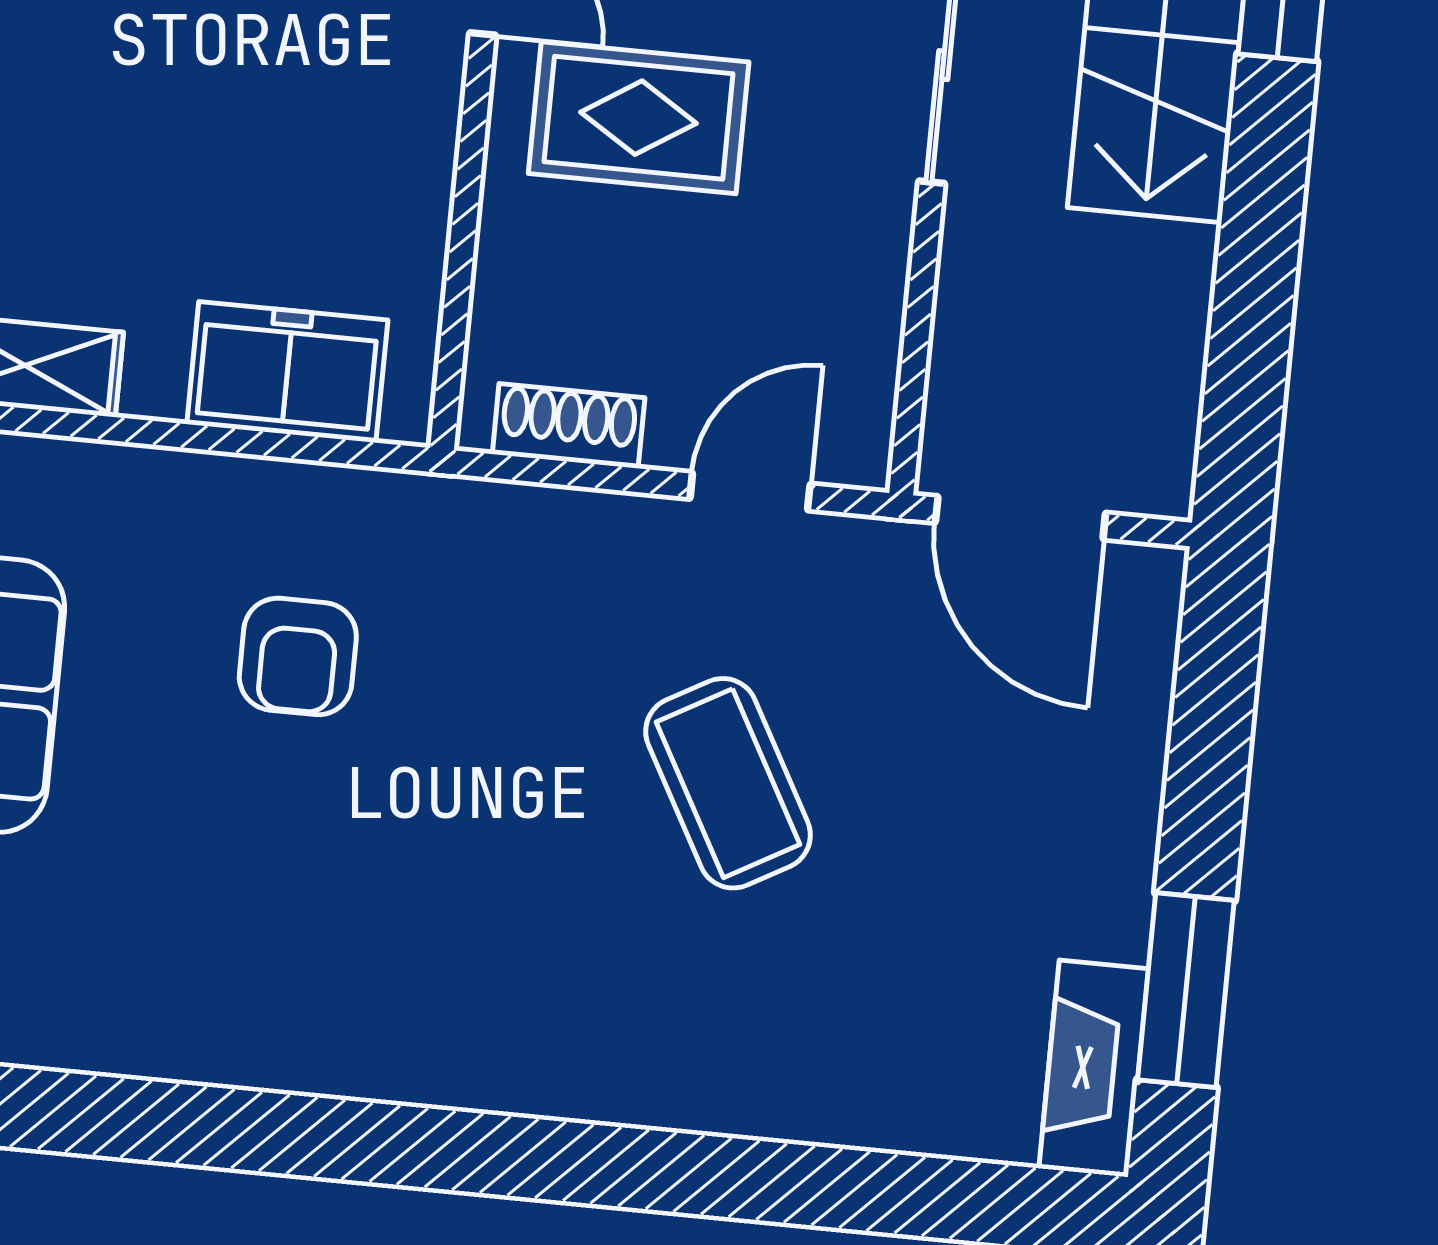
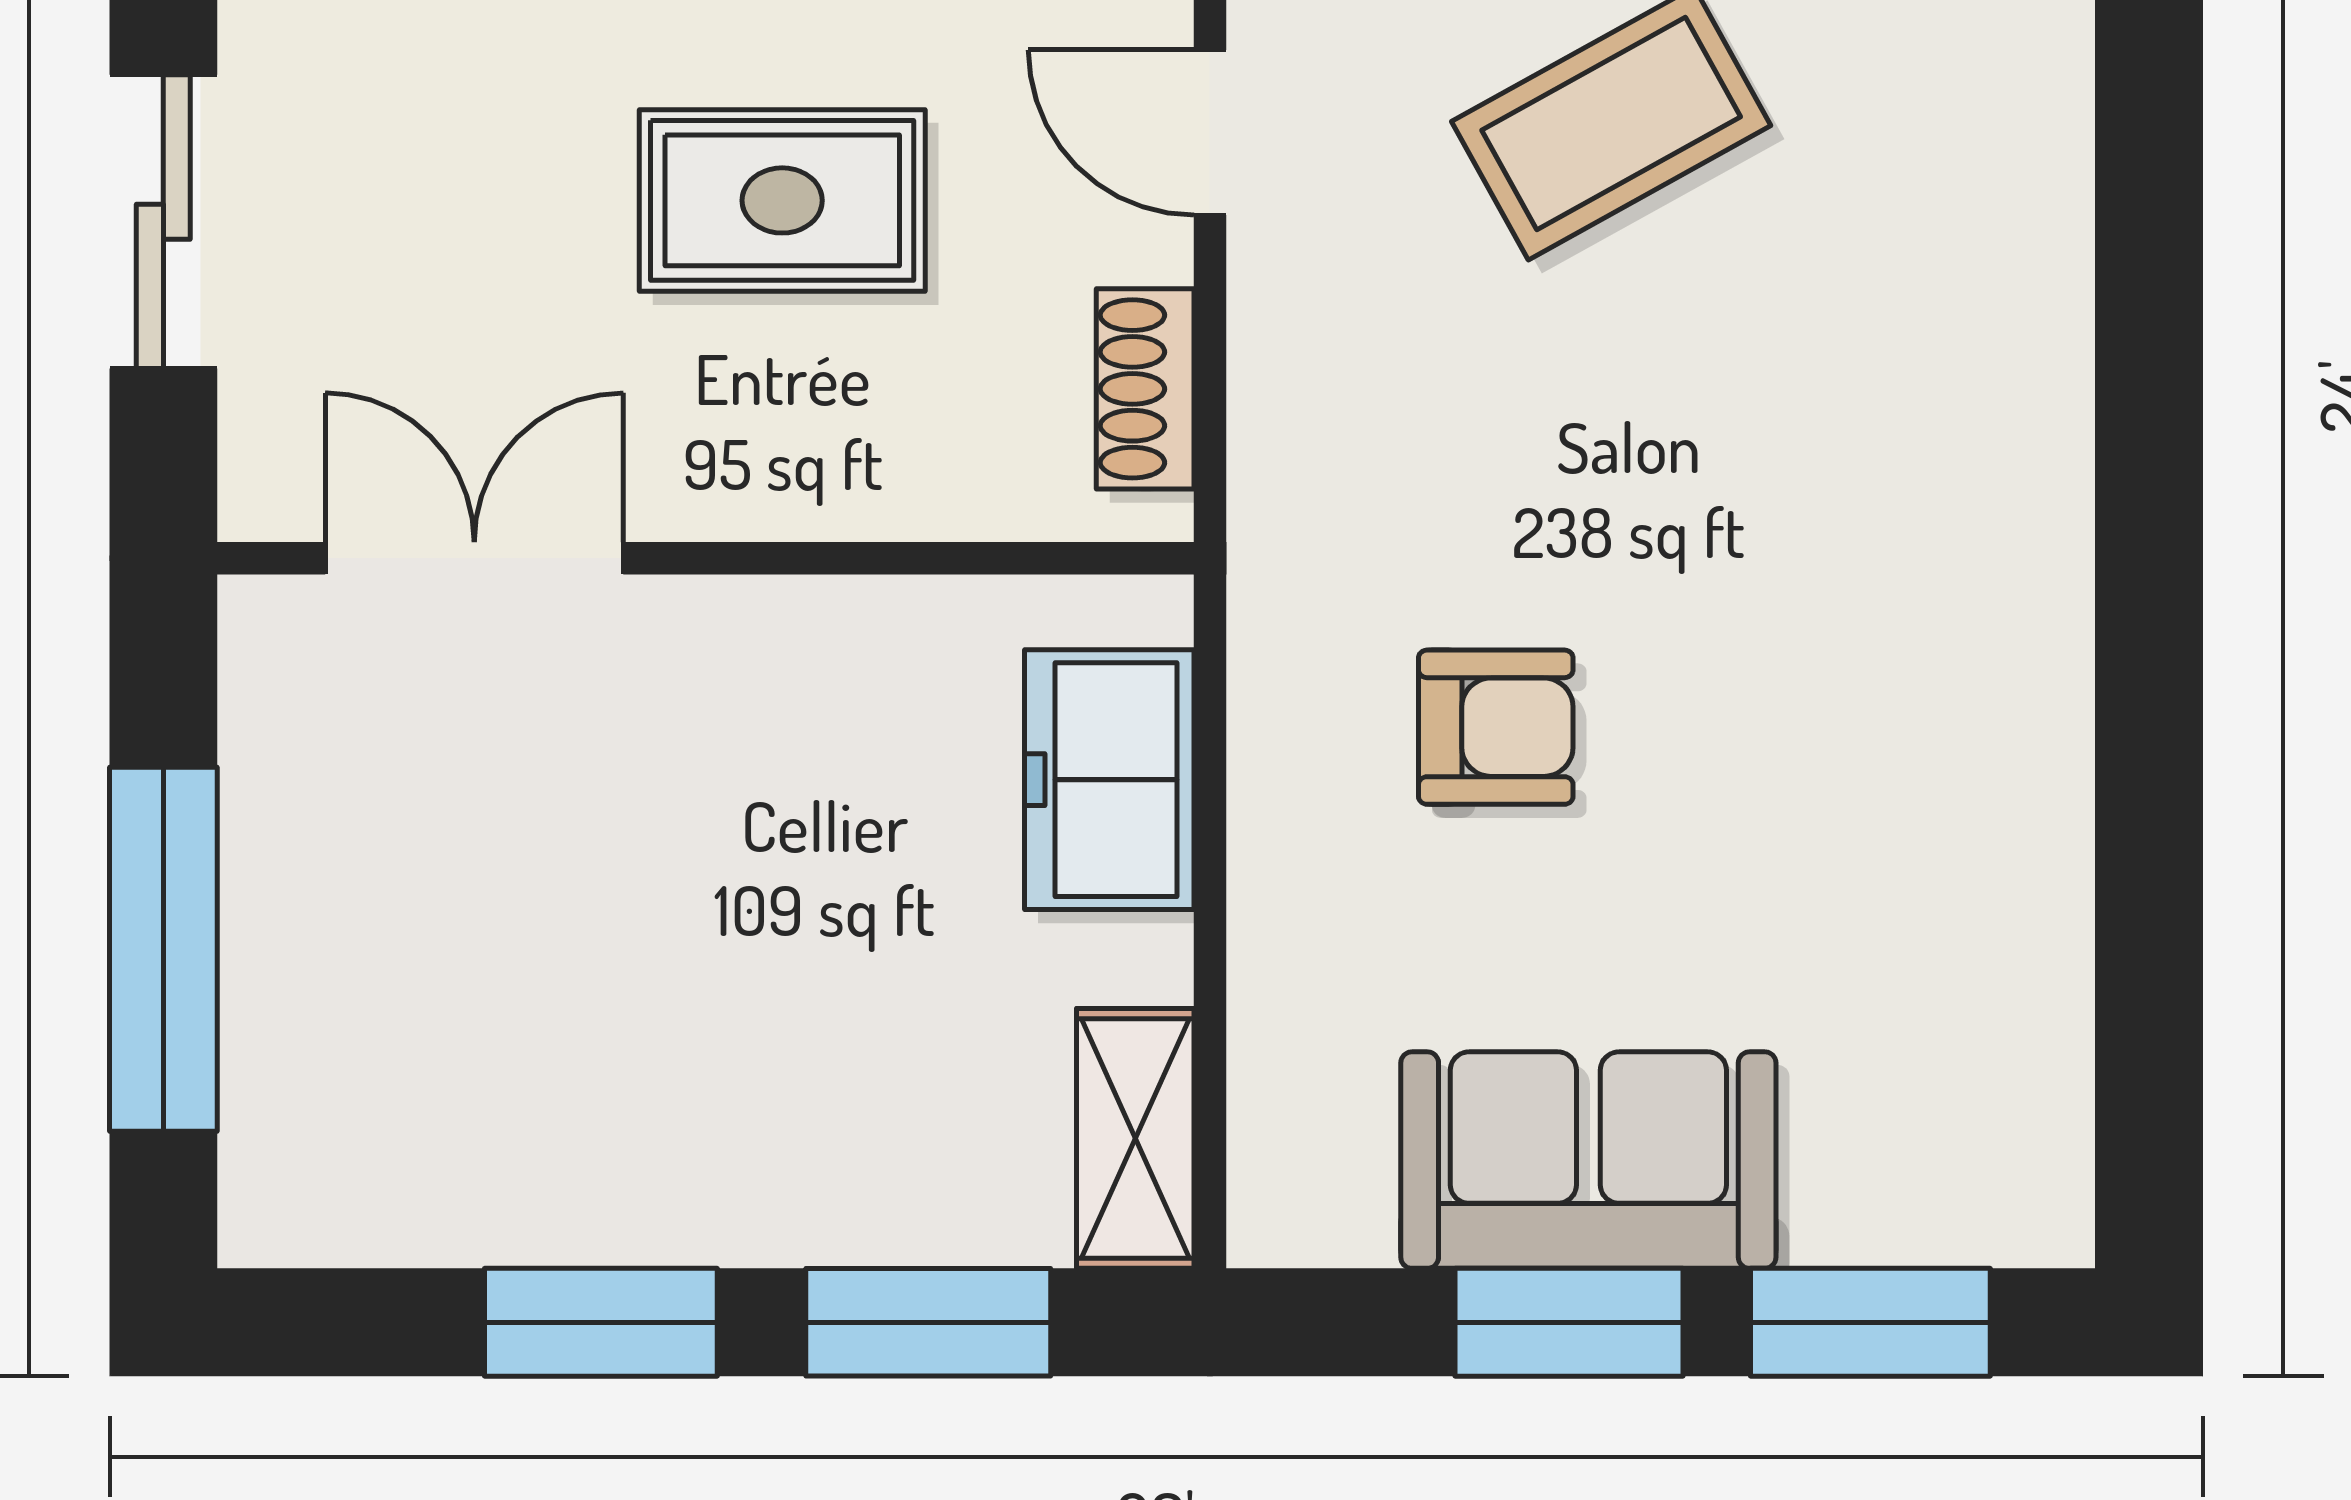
rug: (639, 118) -> (782, 200), moved, turned 90

